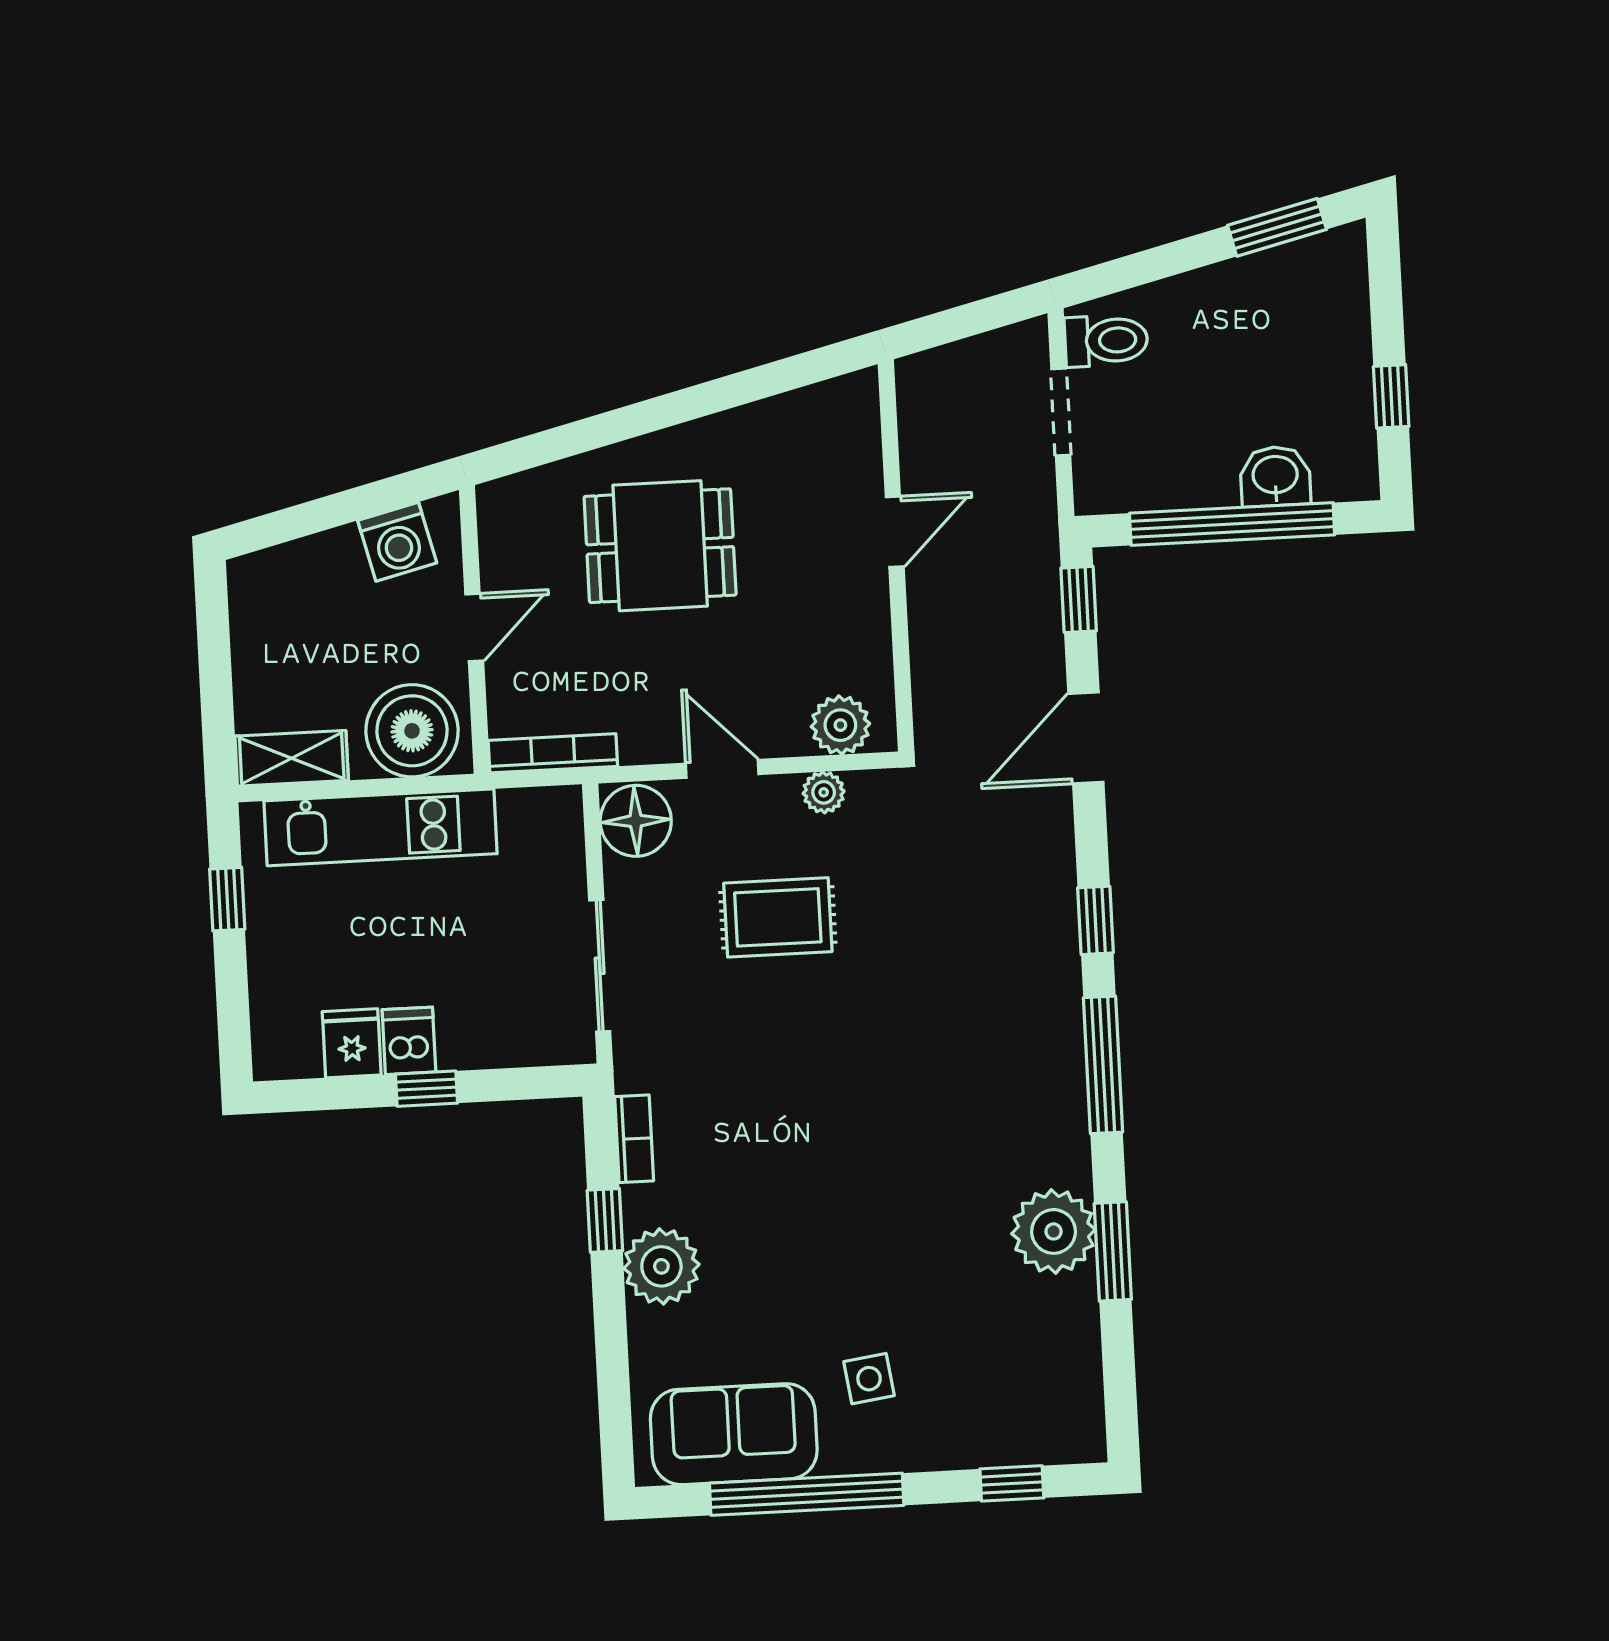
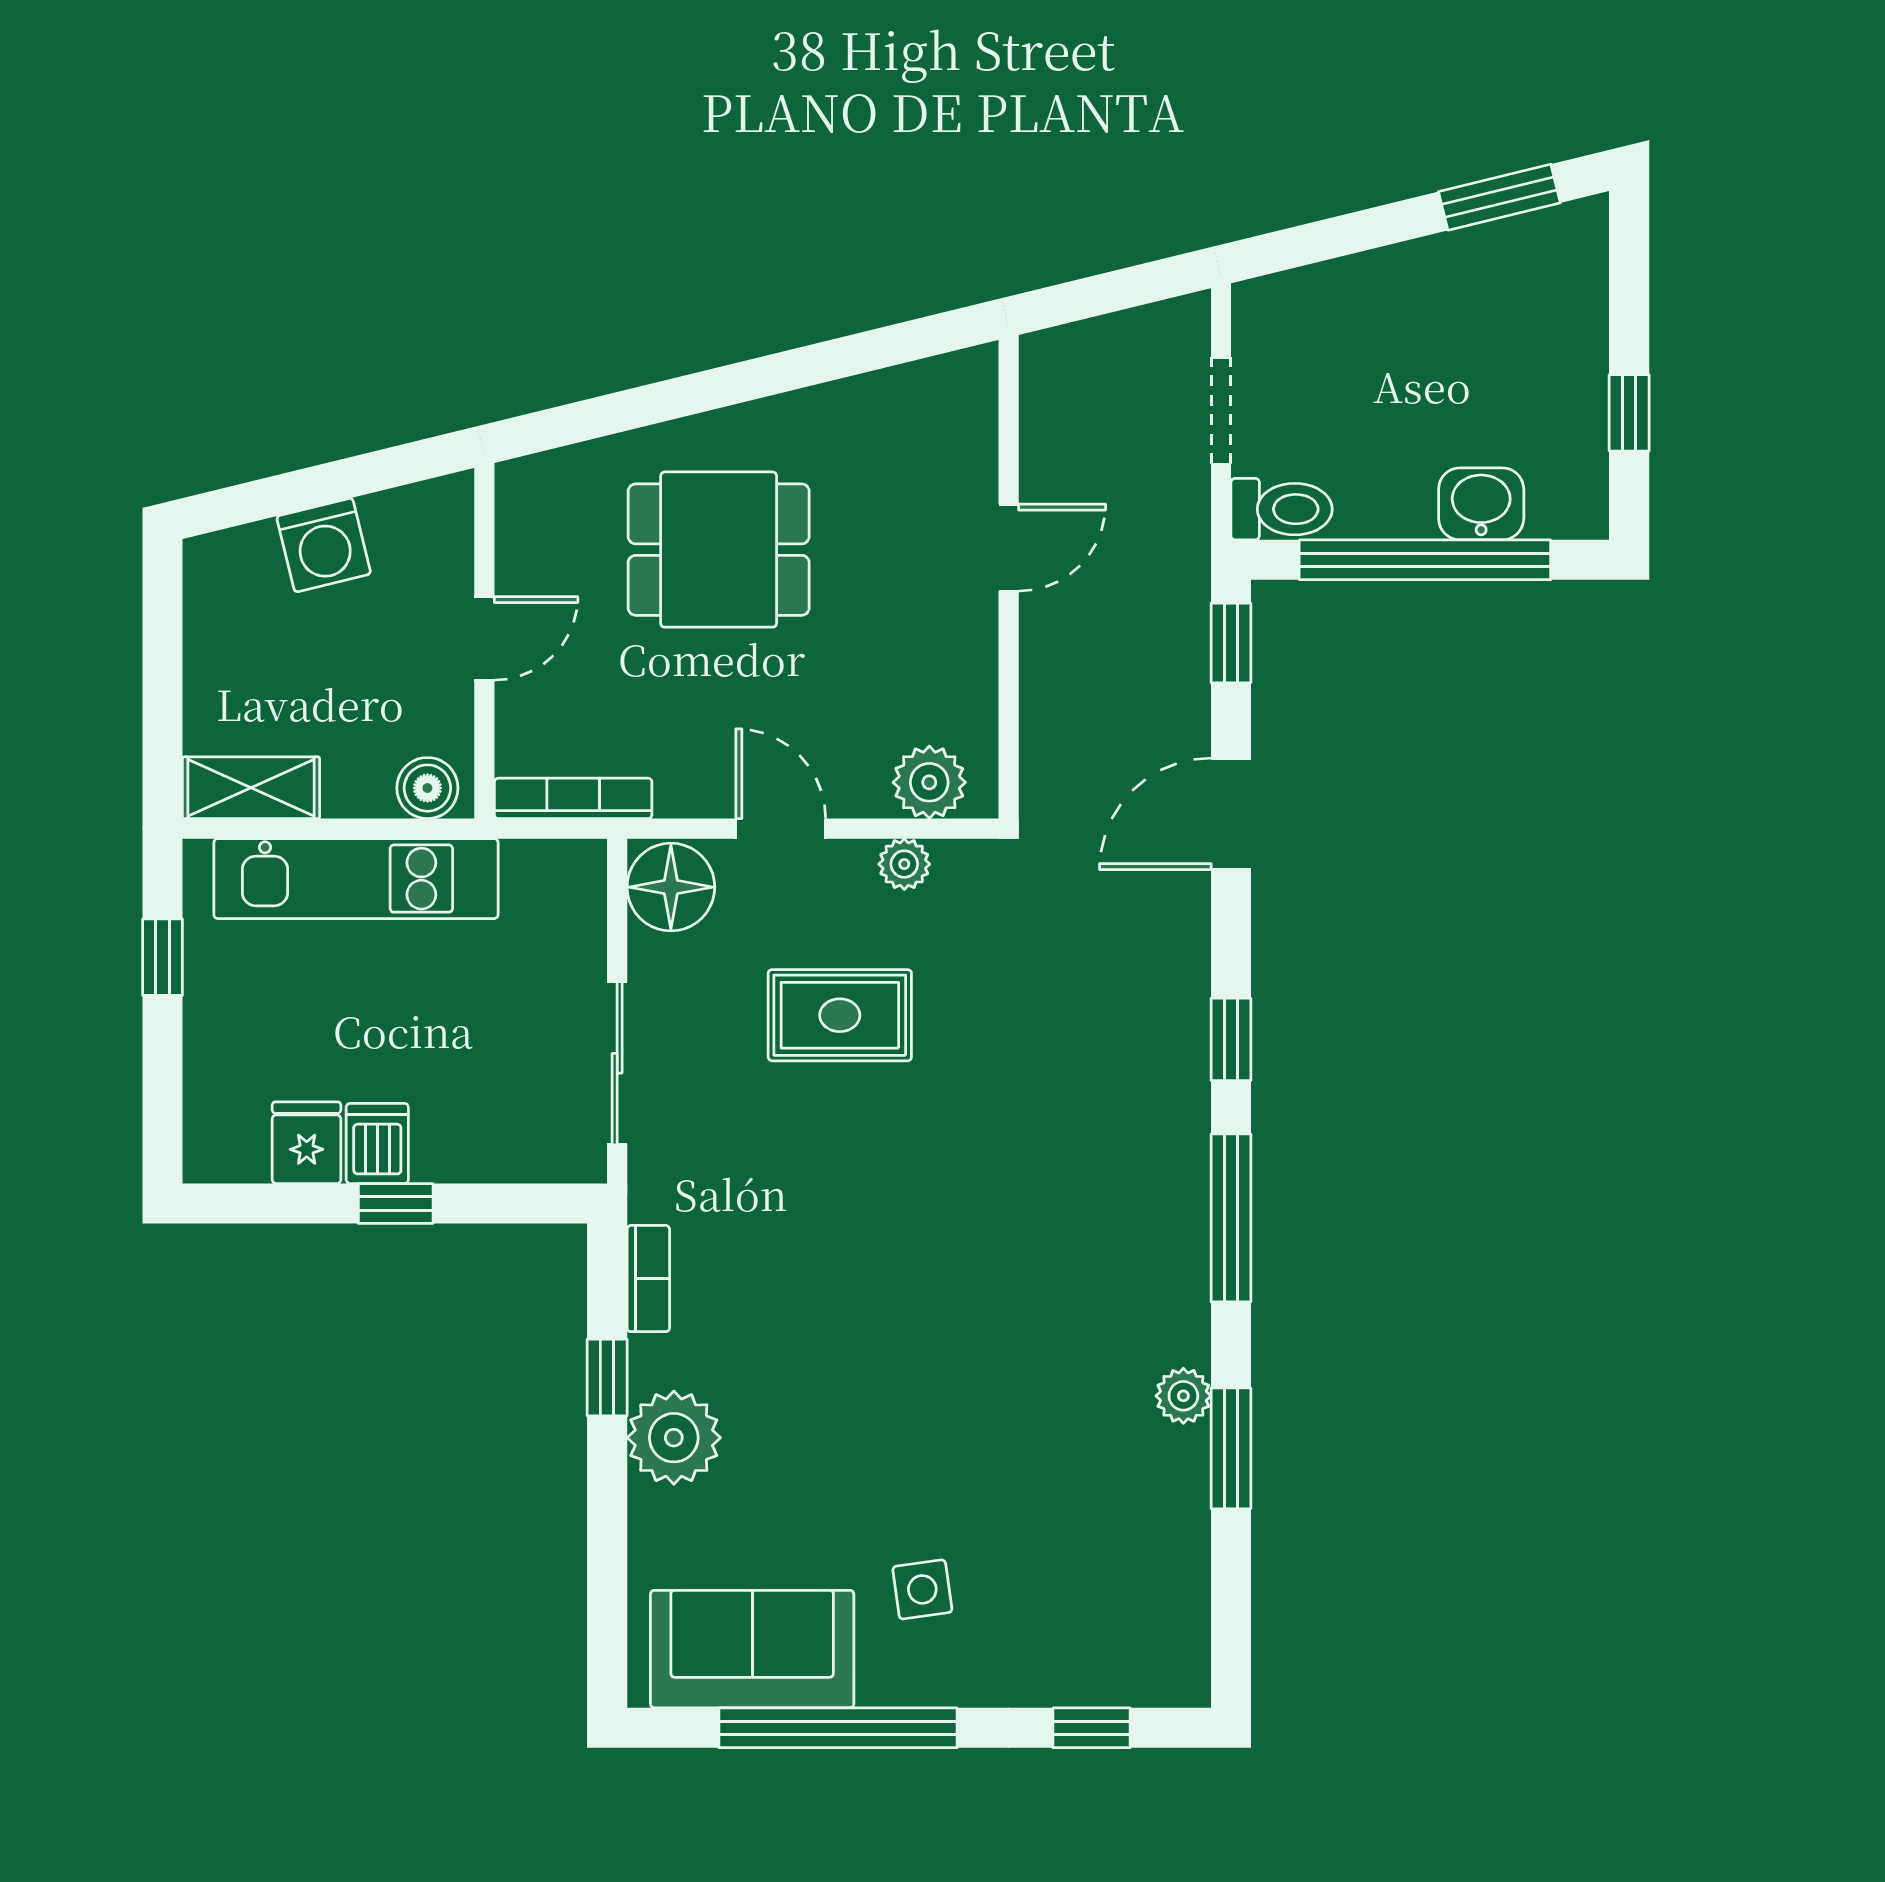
toilet: (1106, 341) -> (1282, 509), moved
washing machine: (397, 542) -> (324, 545), moved
boiler: (412, 731) -> (427, 788), width x0.54, depth x0.54
plant: (1054, 1231) -> (1183, 1396), width x0.53, depth x0.53

